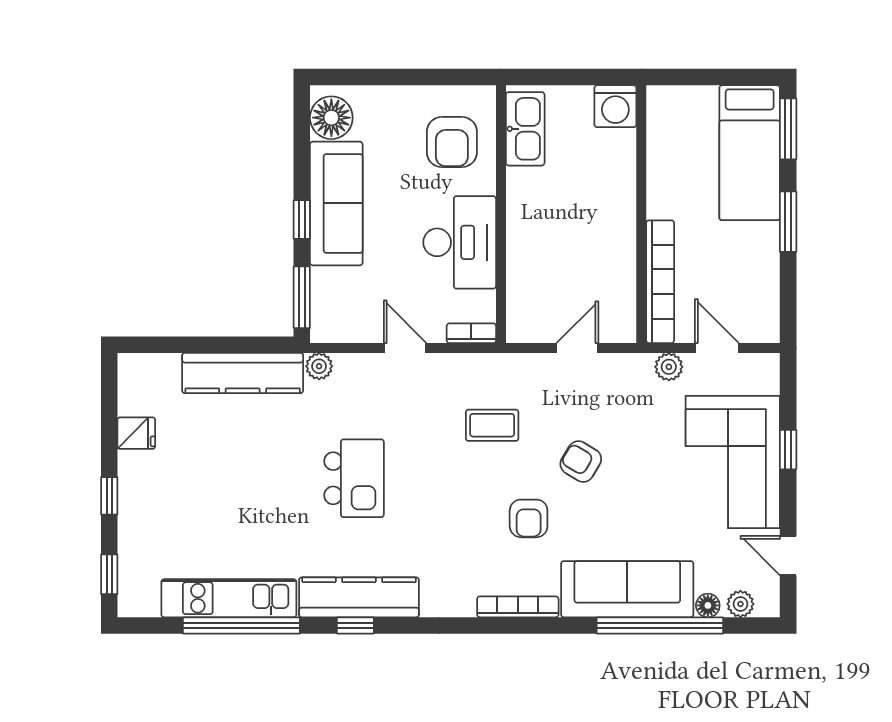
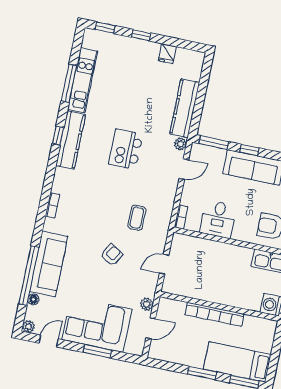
desk: (460, 242) -> (218, 219), width x0.73
bookcase: (660, 282) -> (214, 314), moved
door: (405, 348) -> (184, 169), moved
door: (577, 348) -> (164, 264), swing flipped
window: (788, 450) -> (97, 351), width x1.50
kitchen island: (354, 478) -> (126, 149), turned 90
armchair: (529, 518) -> (91, 225), removed
plant: (740, 604) -> (28, 327), moved
bookcase: (518, 607) -> (52, 205), width x0.64
window: (241, 625) -> (69, 83), width x0.68

